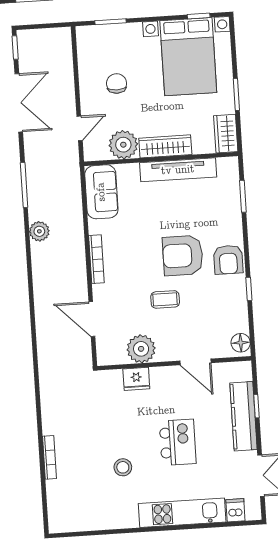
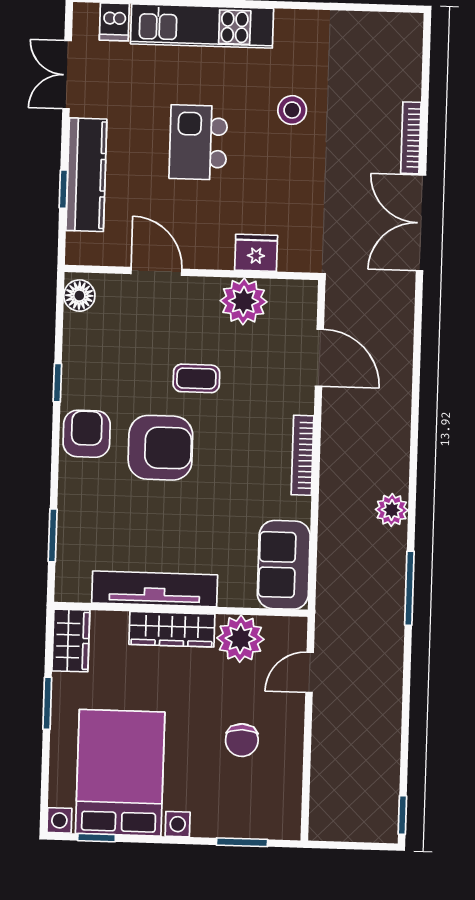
double door: (19, 103) -> (421, 223), moved

